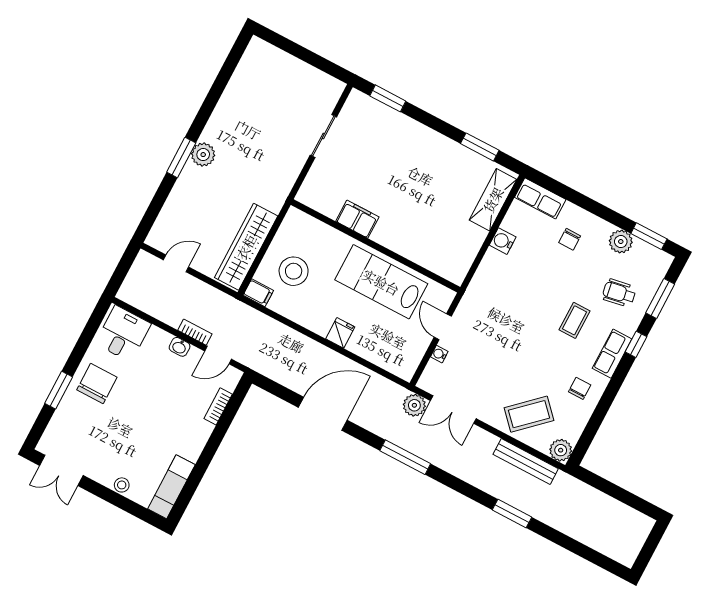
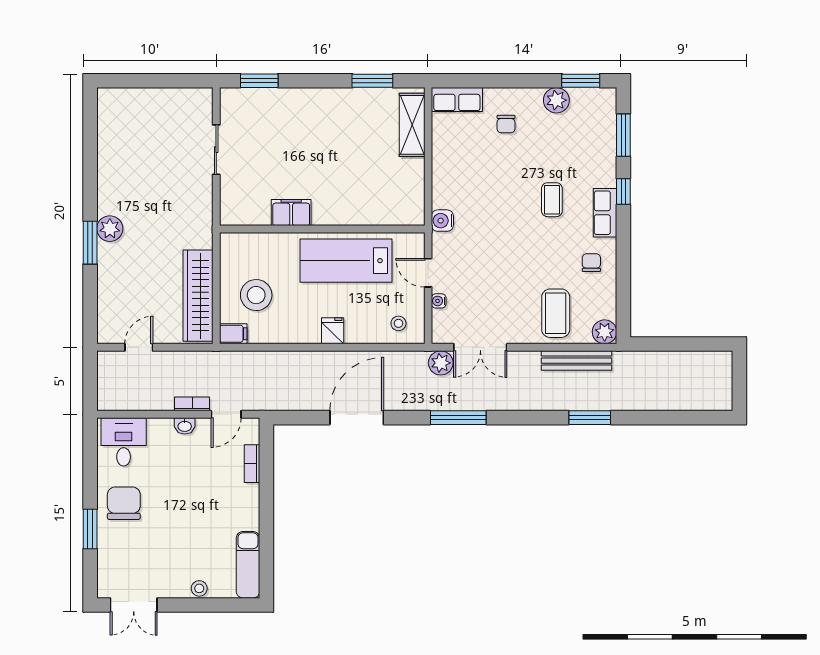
water cooler: (503, 241) -> (442, 221), moved
wheelchair: (619, 293) -> (581, 151), removed
stool: (397, 355) -> (398, 323), added
coffee table: (529, 414) -> (556, 313), turned -47

